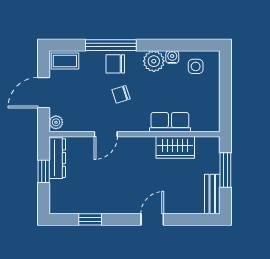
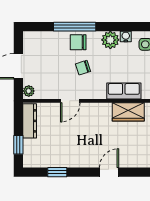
coffee table: (65, 61) -> (36, 40), removed
window: (44, 171) -> (18, 145), moved

